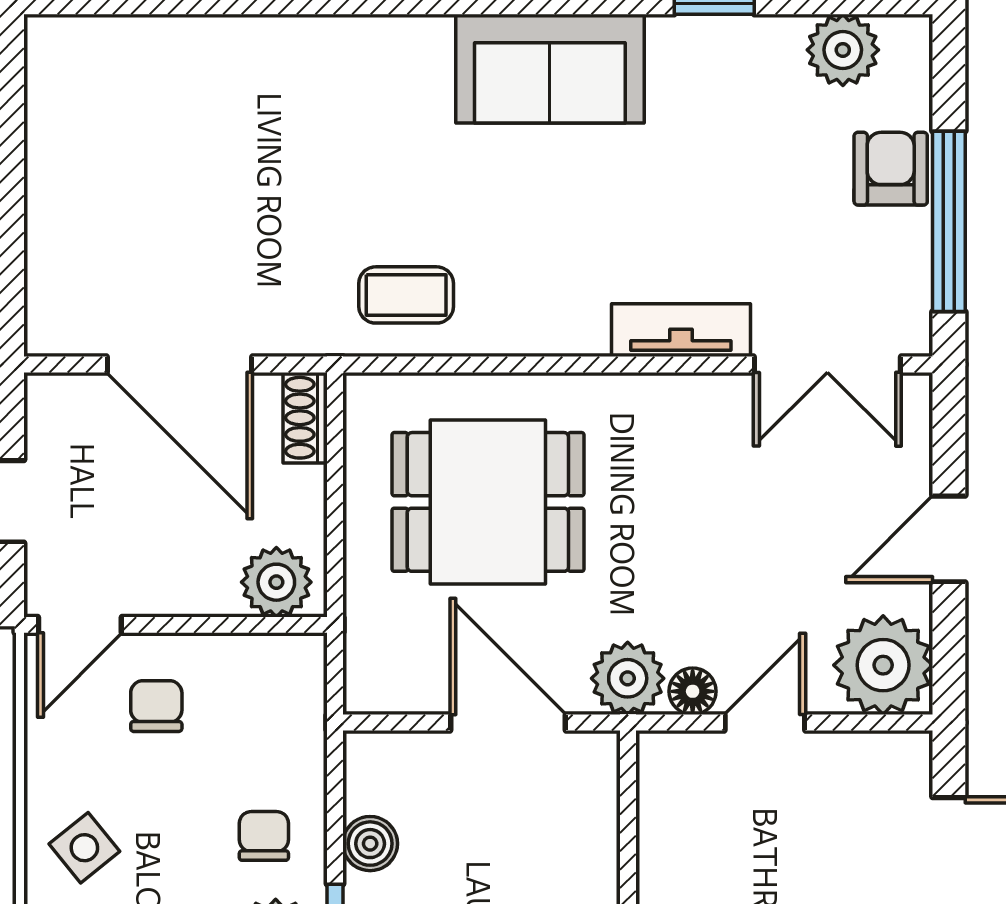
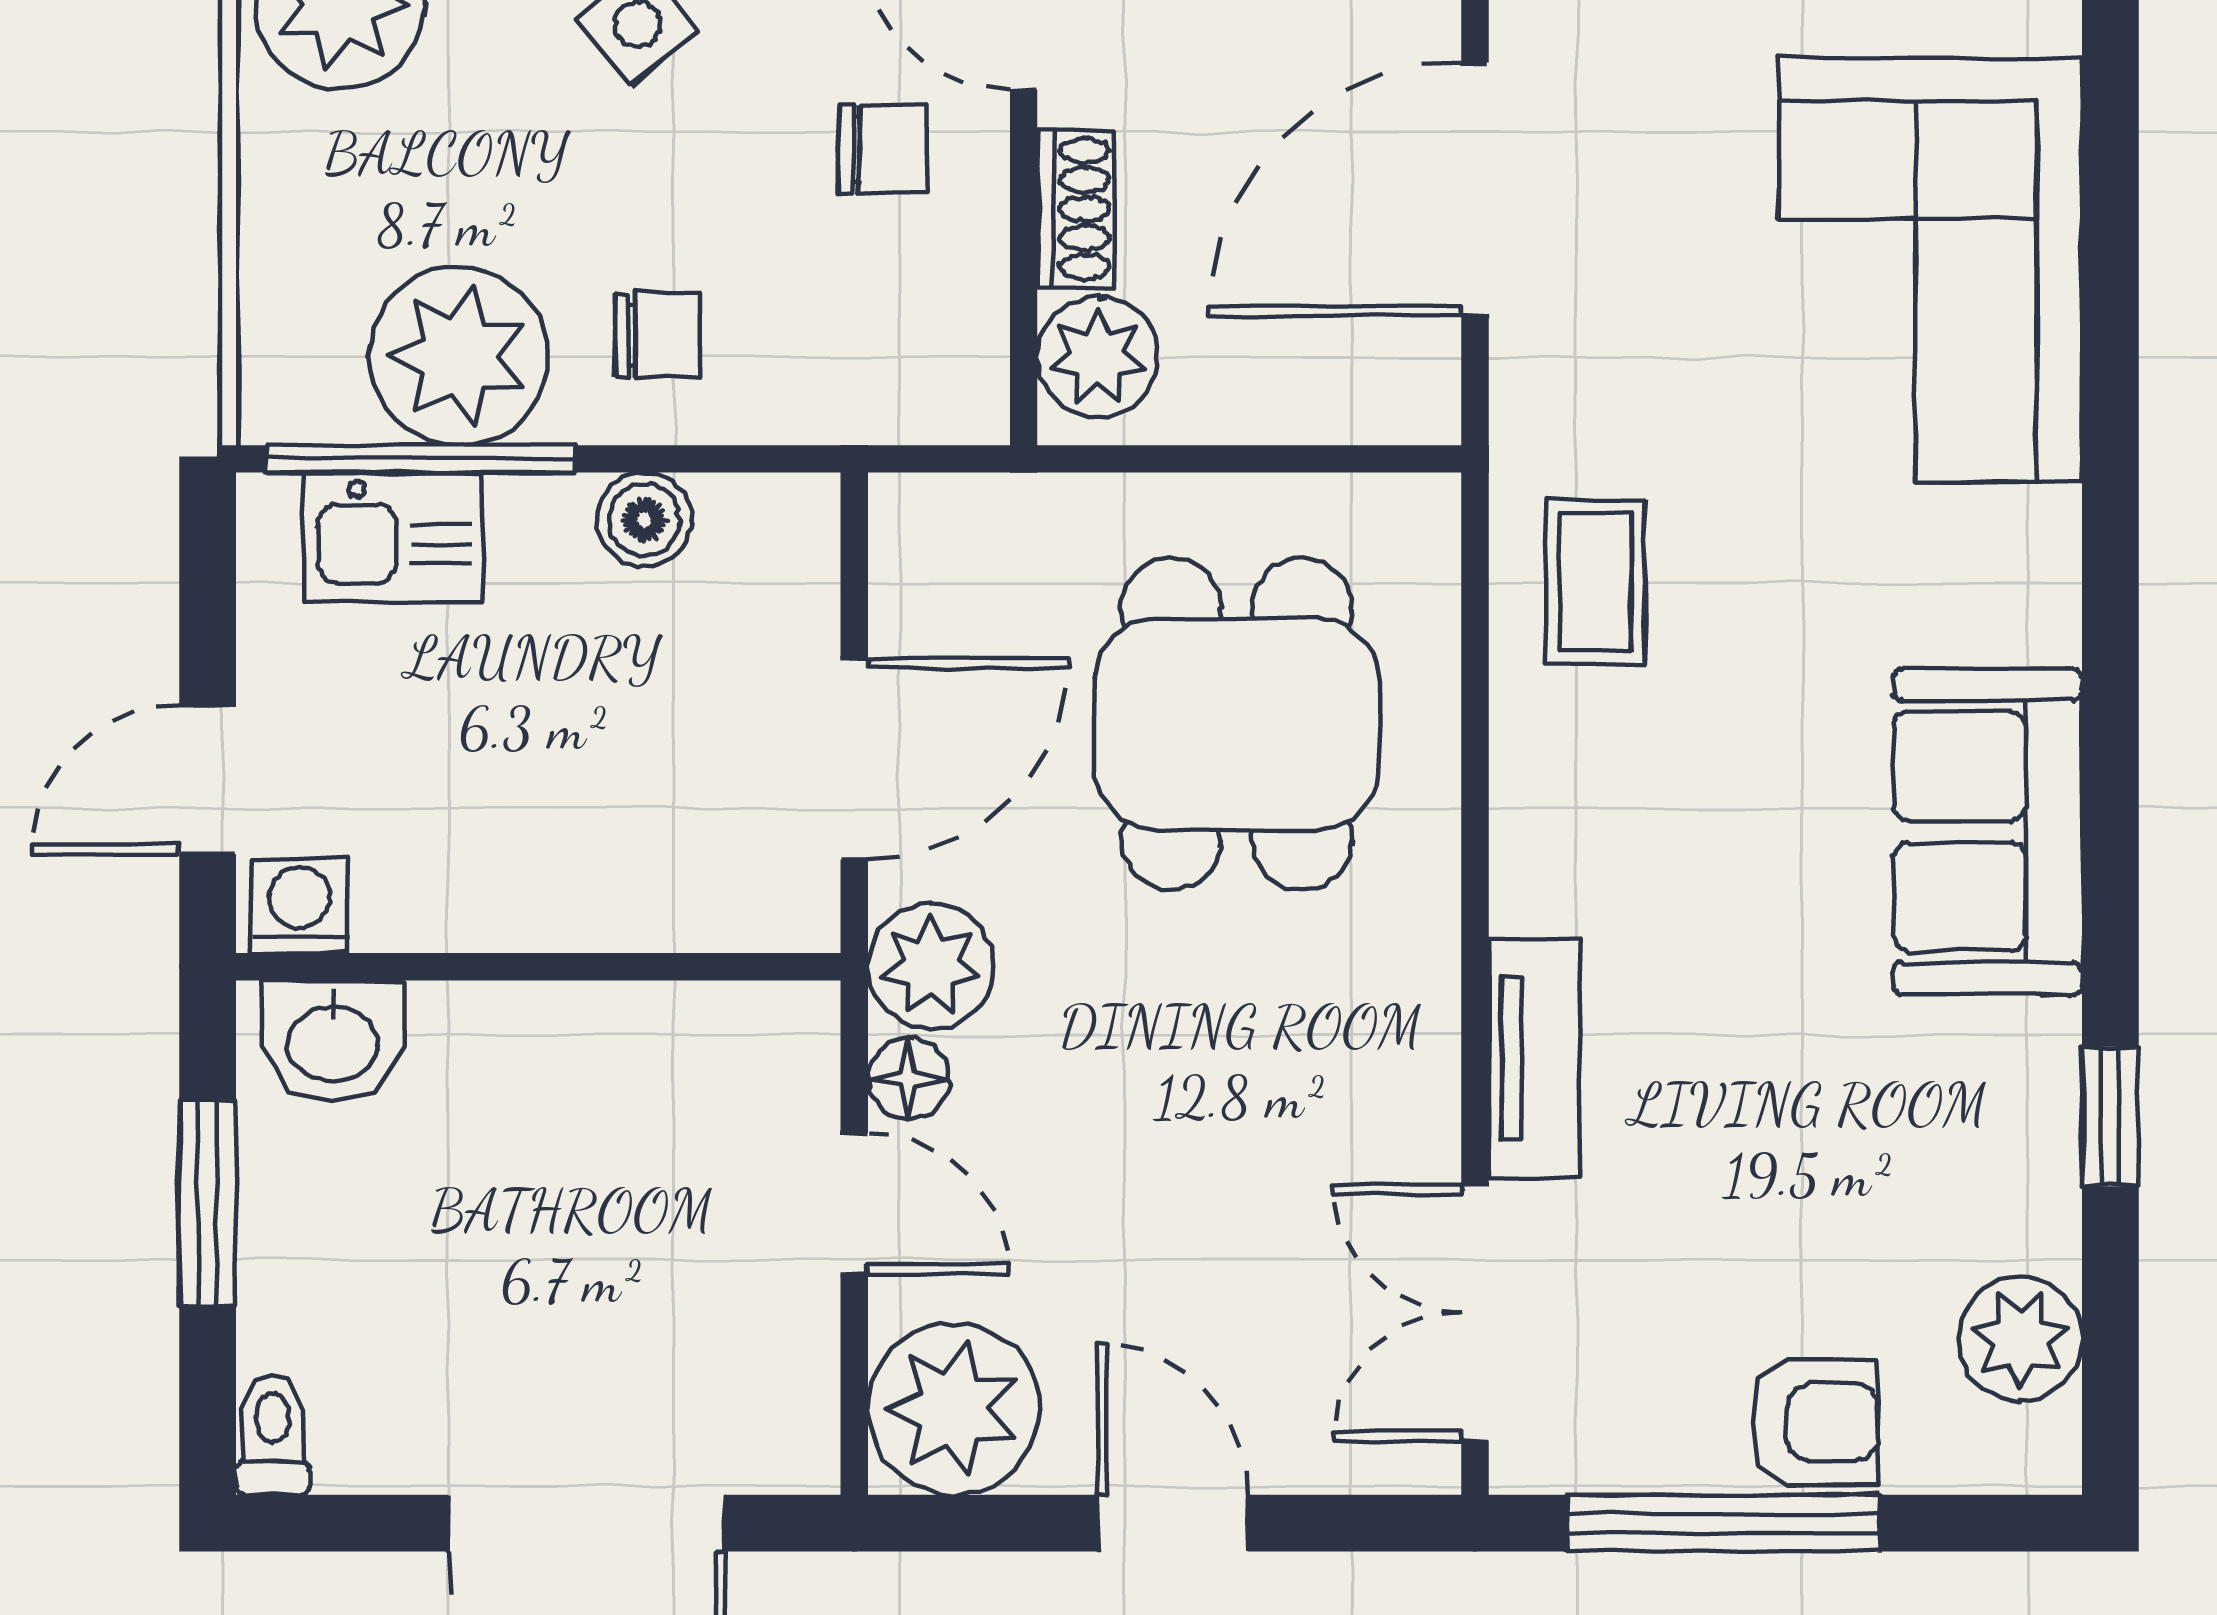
corner sofa: (226, 102) -> (1931, 270), added
shoe rack: (305, 418) -> (1075, 209), moved, turned 90

